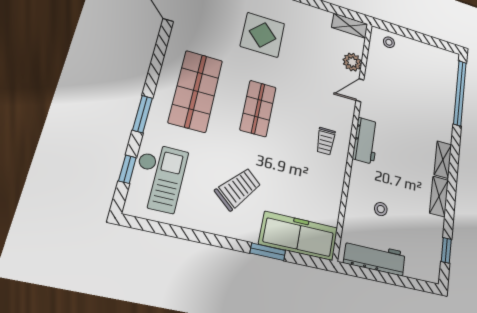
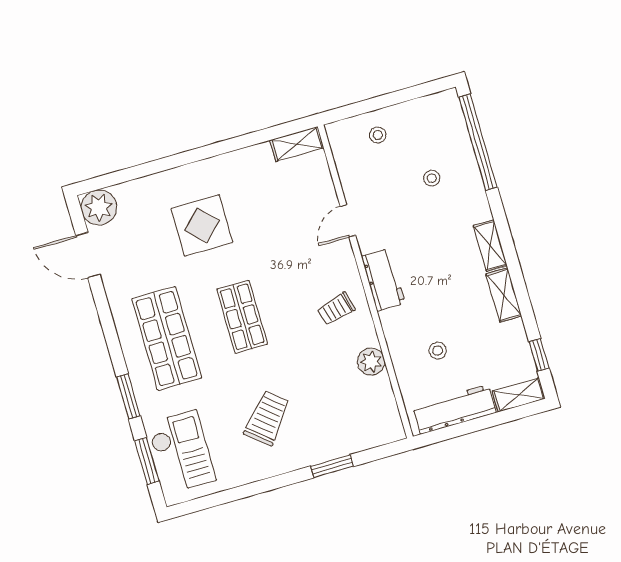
stool: (389, 42) -> (378, 135), moved
plant: (352, 62) -> (371, 362), moved
stool: (424, 97) -> (432, 178), added
trolley: (326, 141) -> (336, 309), turned 75
window: (127, 169) -> (147, 461), width x1.50
freezer: (299, 236) -> (357, 432), removed
shelving: (422, 272) -> (519, 395), added

